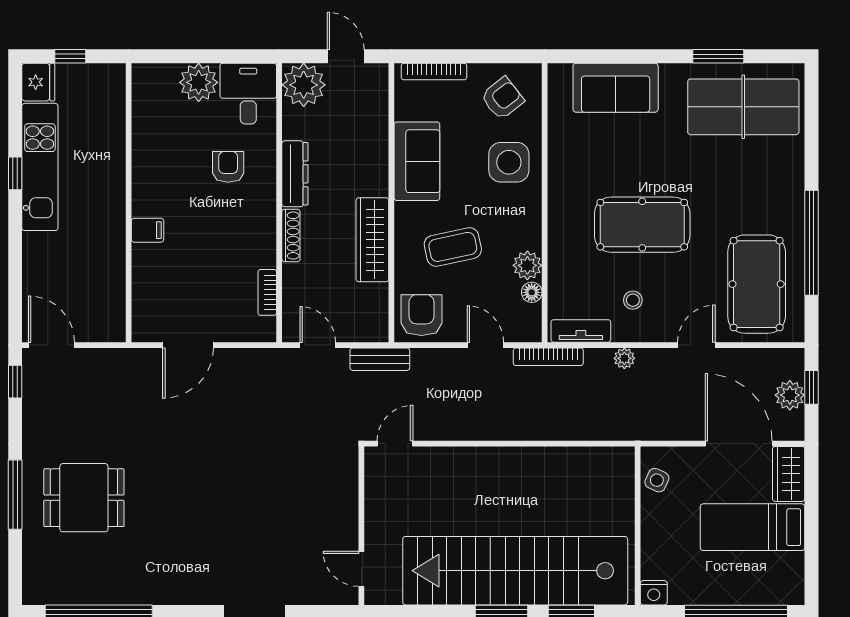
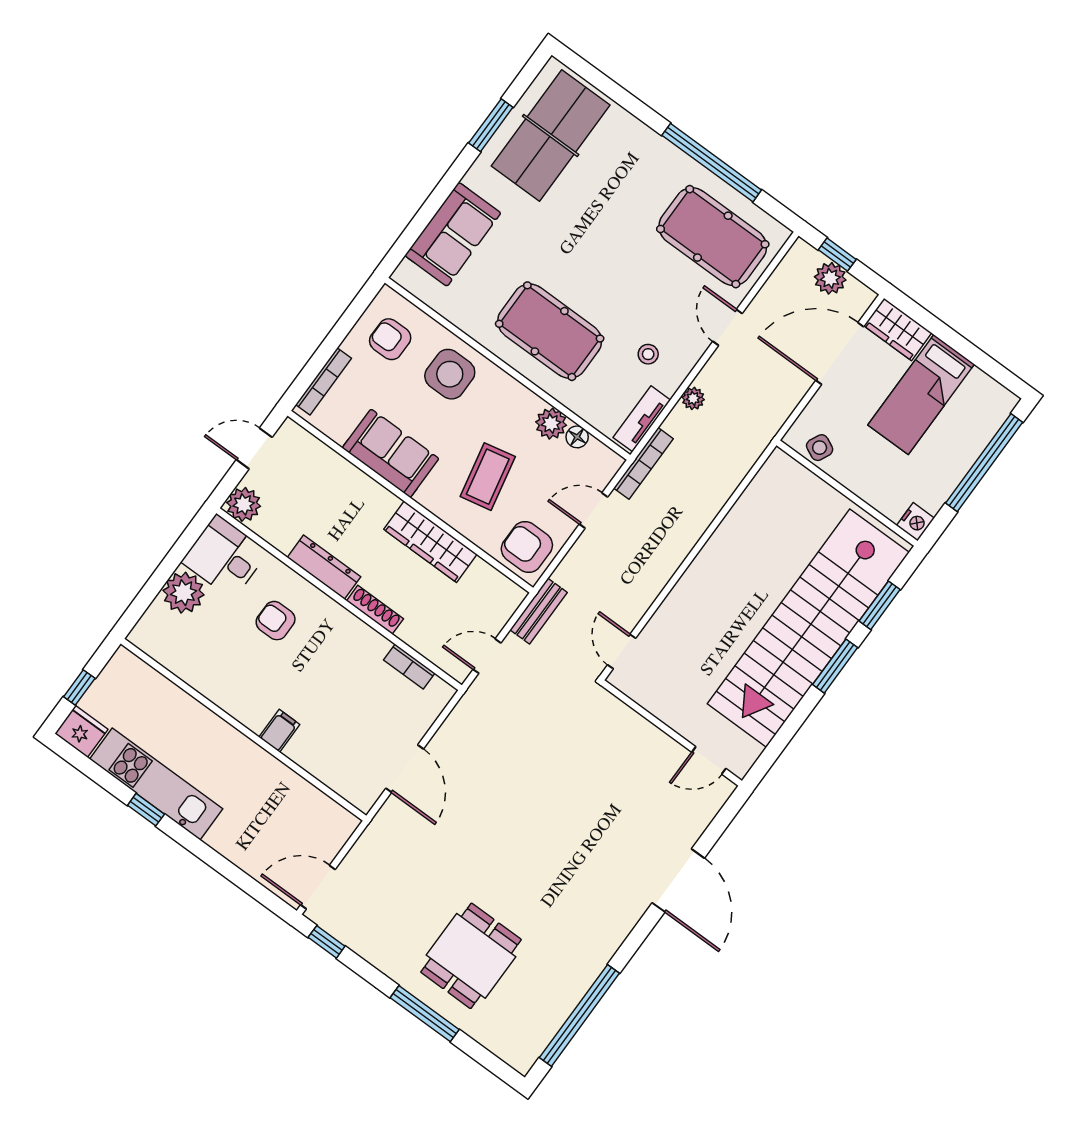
plant: (304, 85) -> (244, 504), width x0.73, depth x0.73
armchair: (502, 98) -> (390, 339), turned -52
pool table: (642, 225) -> (550, 331), moved, turned 90

